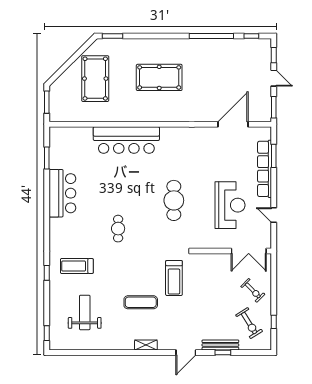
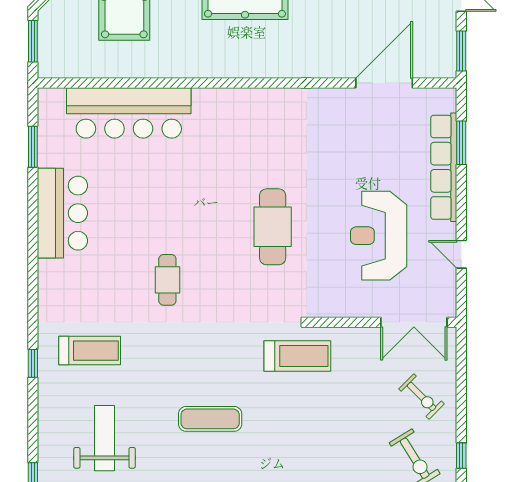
bar counter: (126, 140) -> (129, 113), moved
reception desk: (230, 205) -> (379, 236), turned 180
treadmill: (77, 266) -> (90, 351), turned 180
treadmill: (174, 278) -> (297, 356), moved, turned -90

